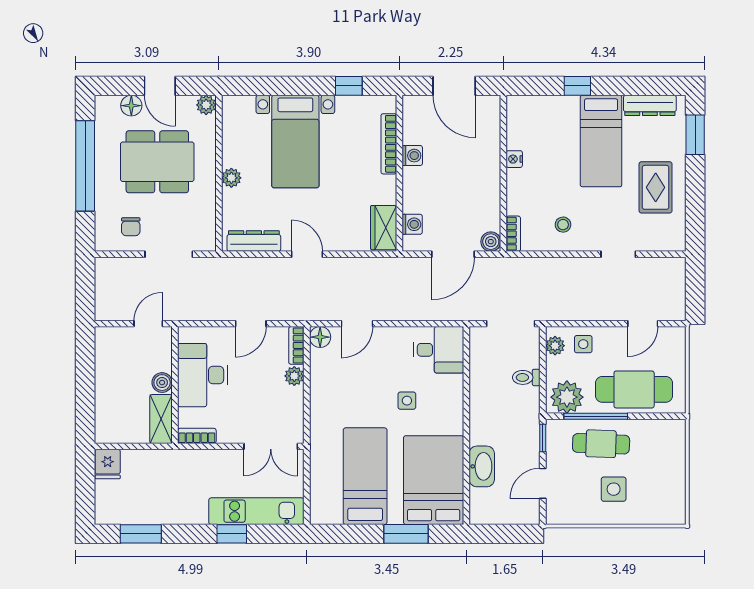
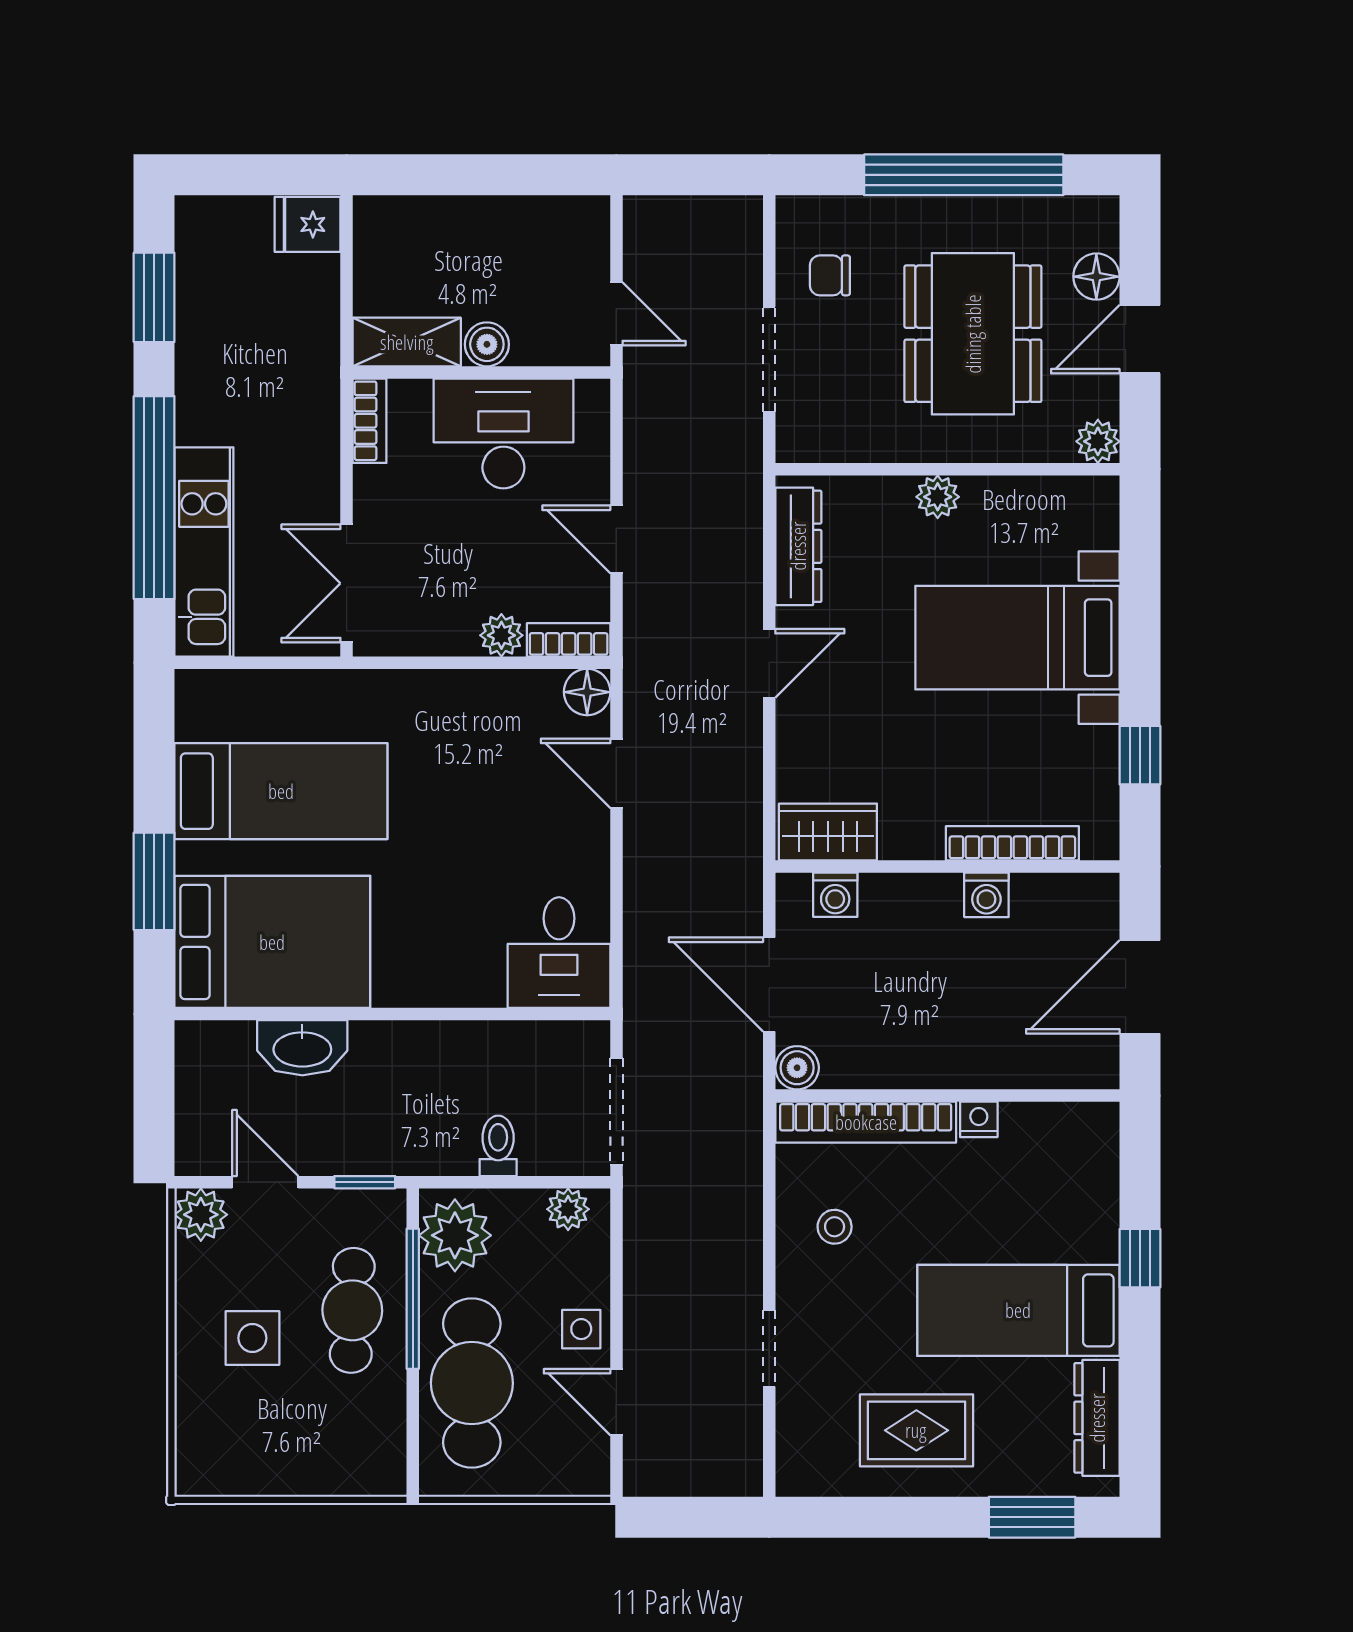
bookcase: (513, 234) -> (866, 1122), width x2.31, depth x1.31
side table: (583, 344) -> (581, 1329), moved
side table: (407, 401) -> (447, 883), removed
plant: (558, 513) -> (201, 1215), added
window: (232, 534) -> (154, 498), width x3.17

